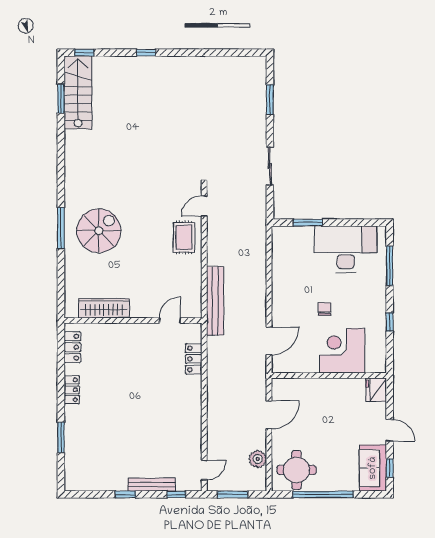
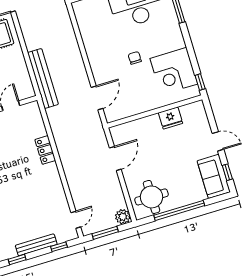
window: (390, 322) -> (200, 82), moved
corner desk: (342, 351) -> (174, 71), moved, turned -90
locker: (194, 359) -> (45, 150), moved
fridge: (376, 390) -> (170, 118), moved, turned -90
plant: (258, 459) -> (123, 217), moved

